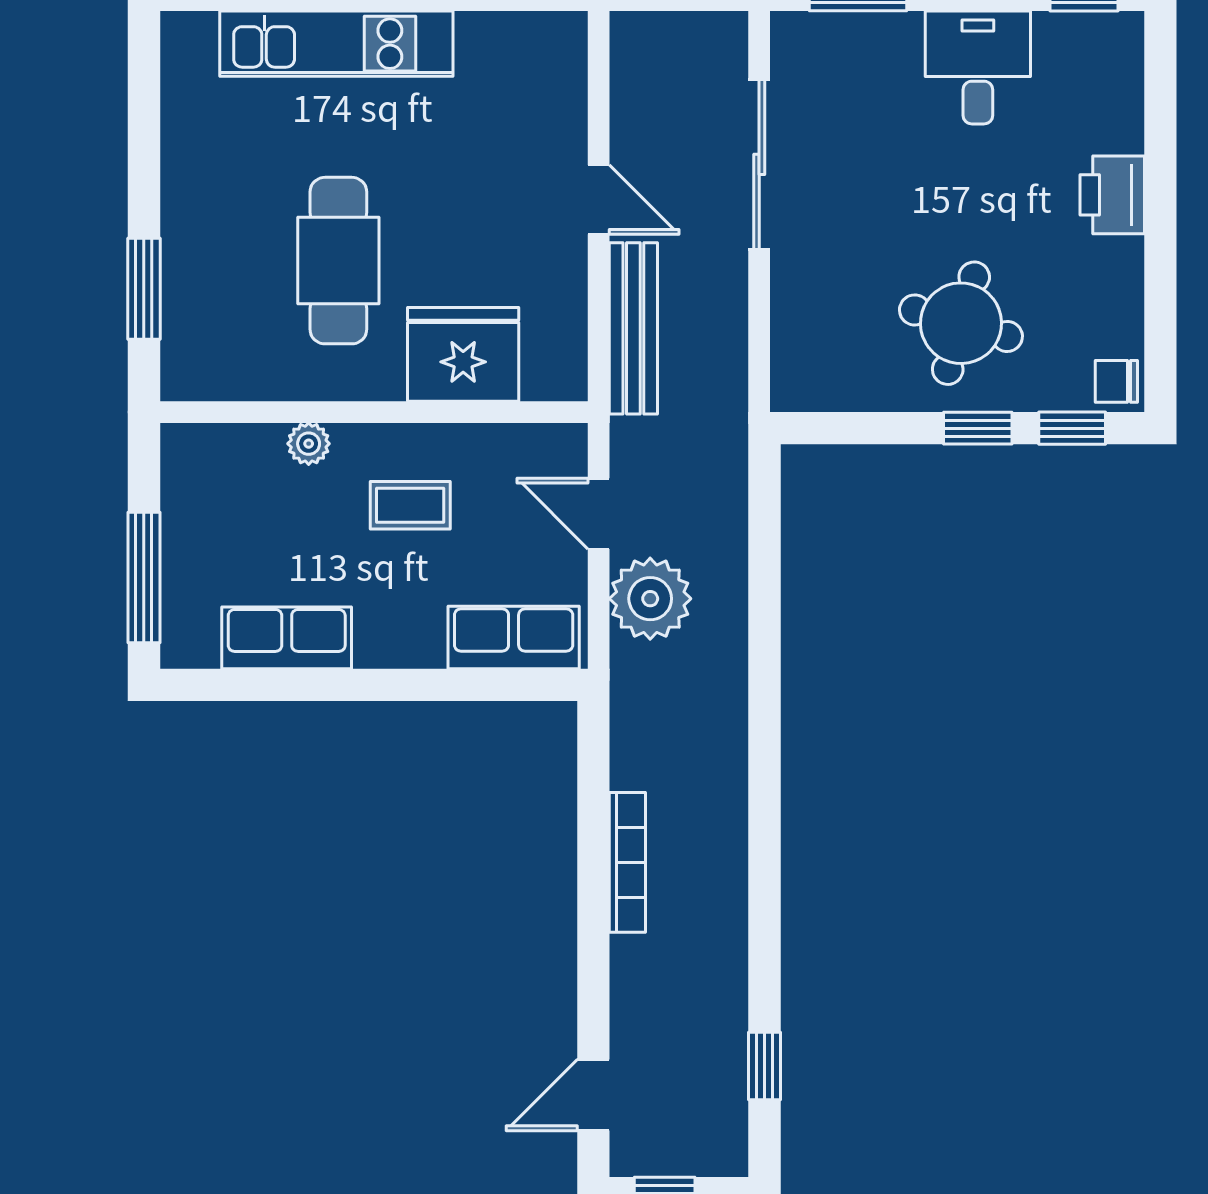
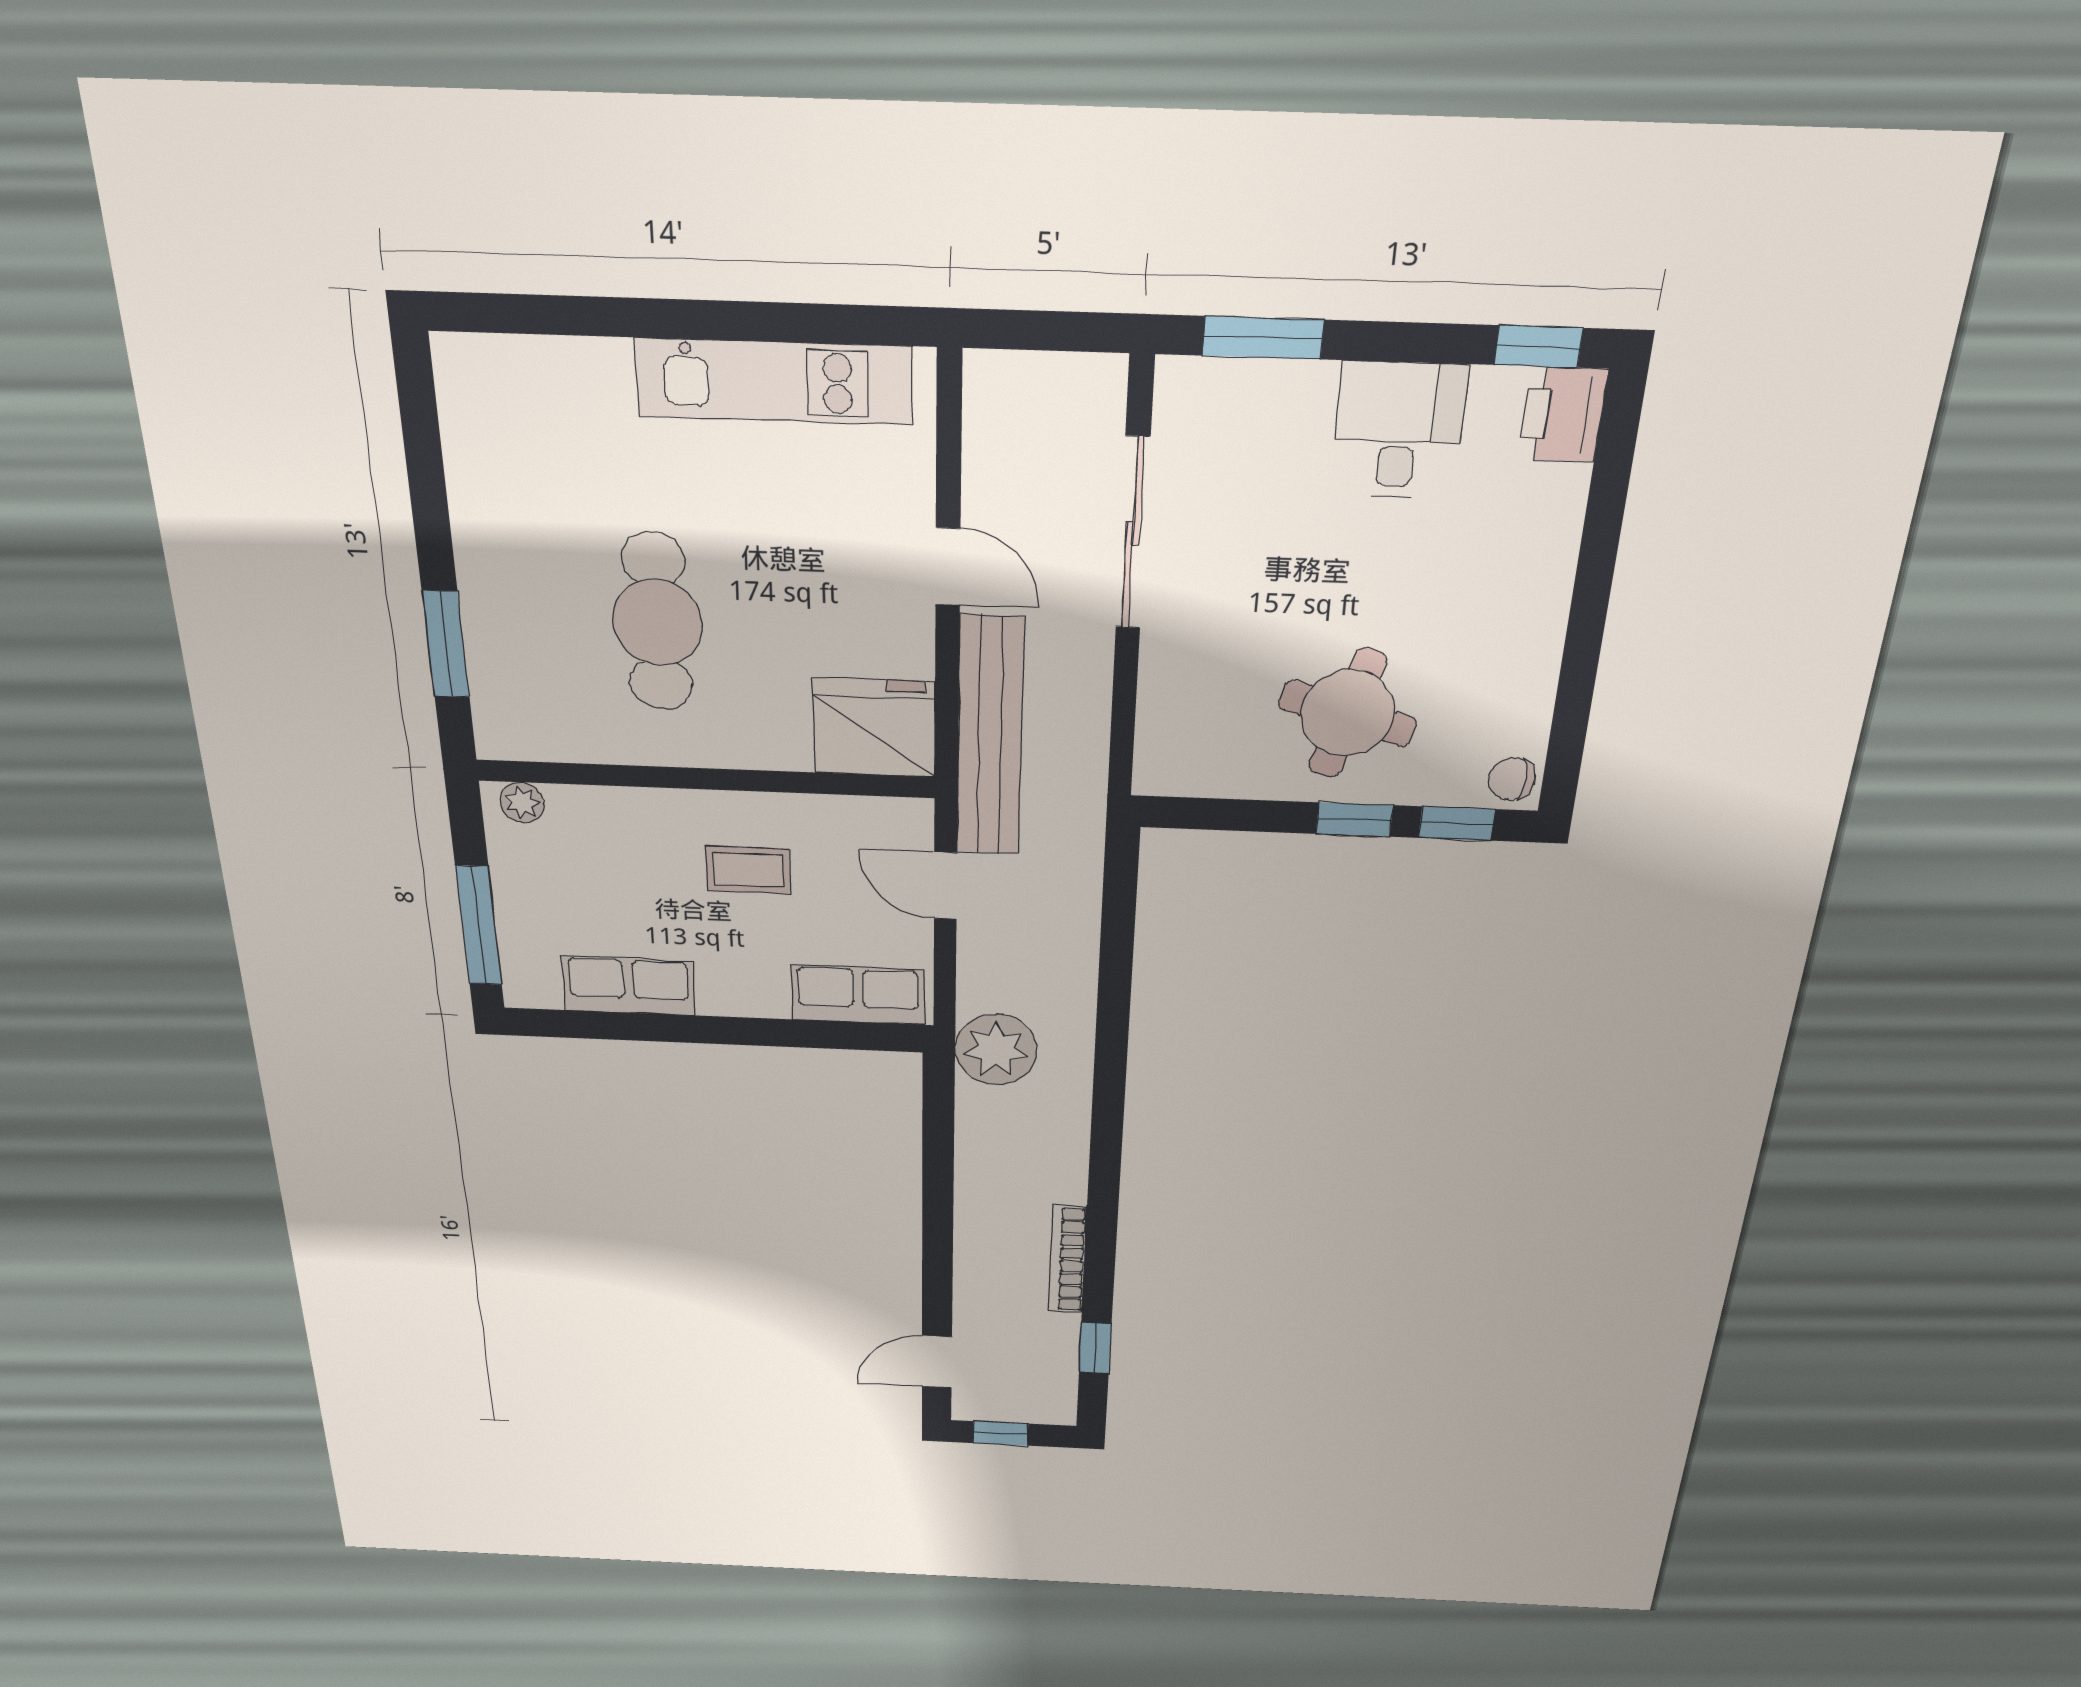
kitchen unit: (336, 44) -> (774, 381), moved
printer: (1112, 195) -> (1563, 415), moved
bench: (633, 328) -> (990, 737), width x1.37, depth x1.21
fridge: (463, 354) -> (874, 728), moved
plant: (309, 444) -> (522, 803), moved
plant: (650, 599) -> (996, 1050), moved
bookcase: (627, 862) -> (1068, 1260), moved, turned 180

